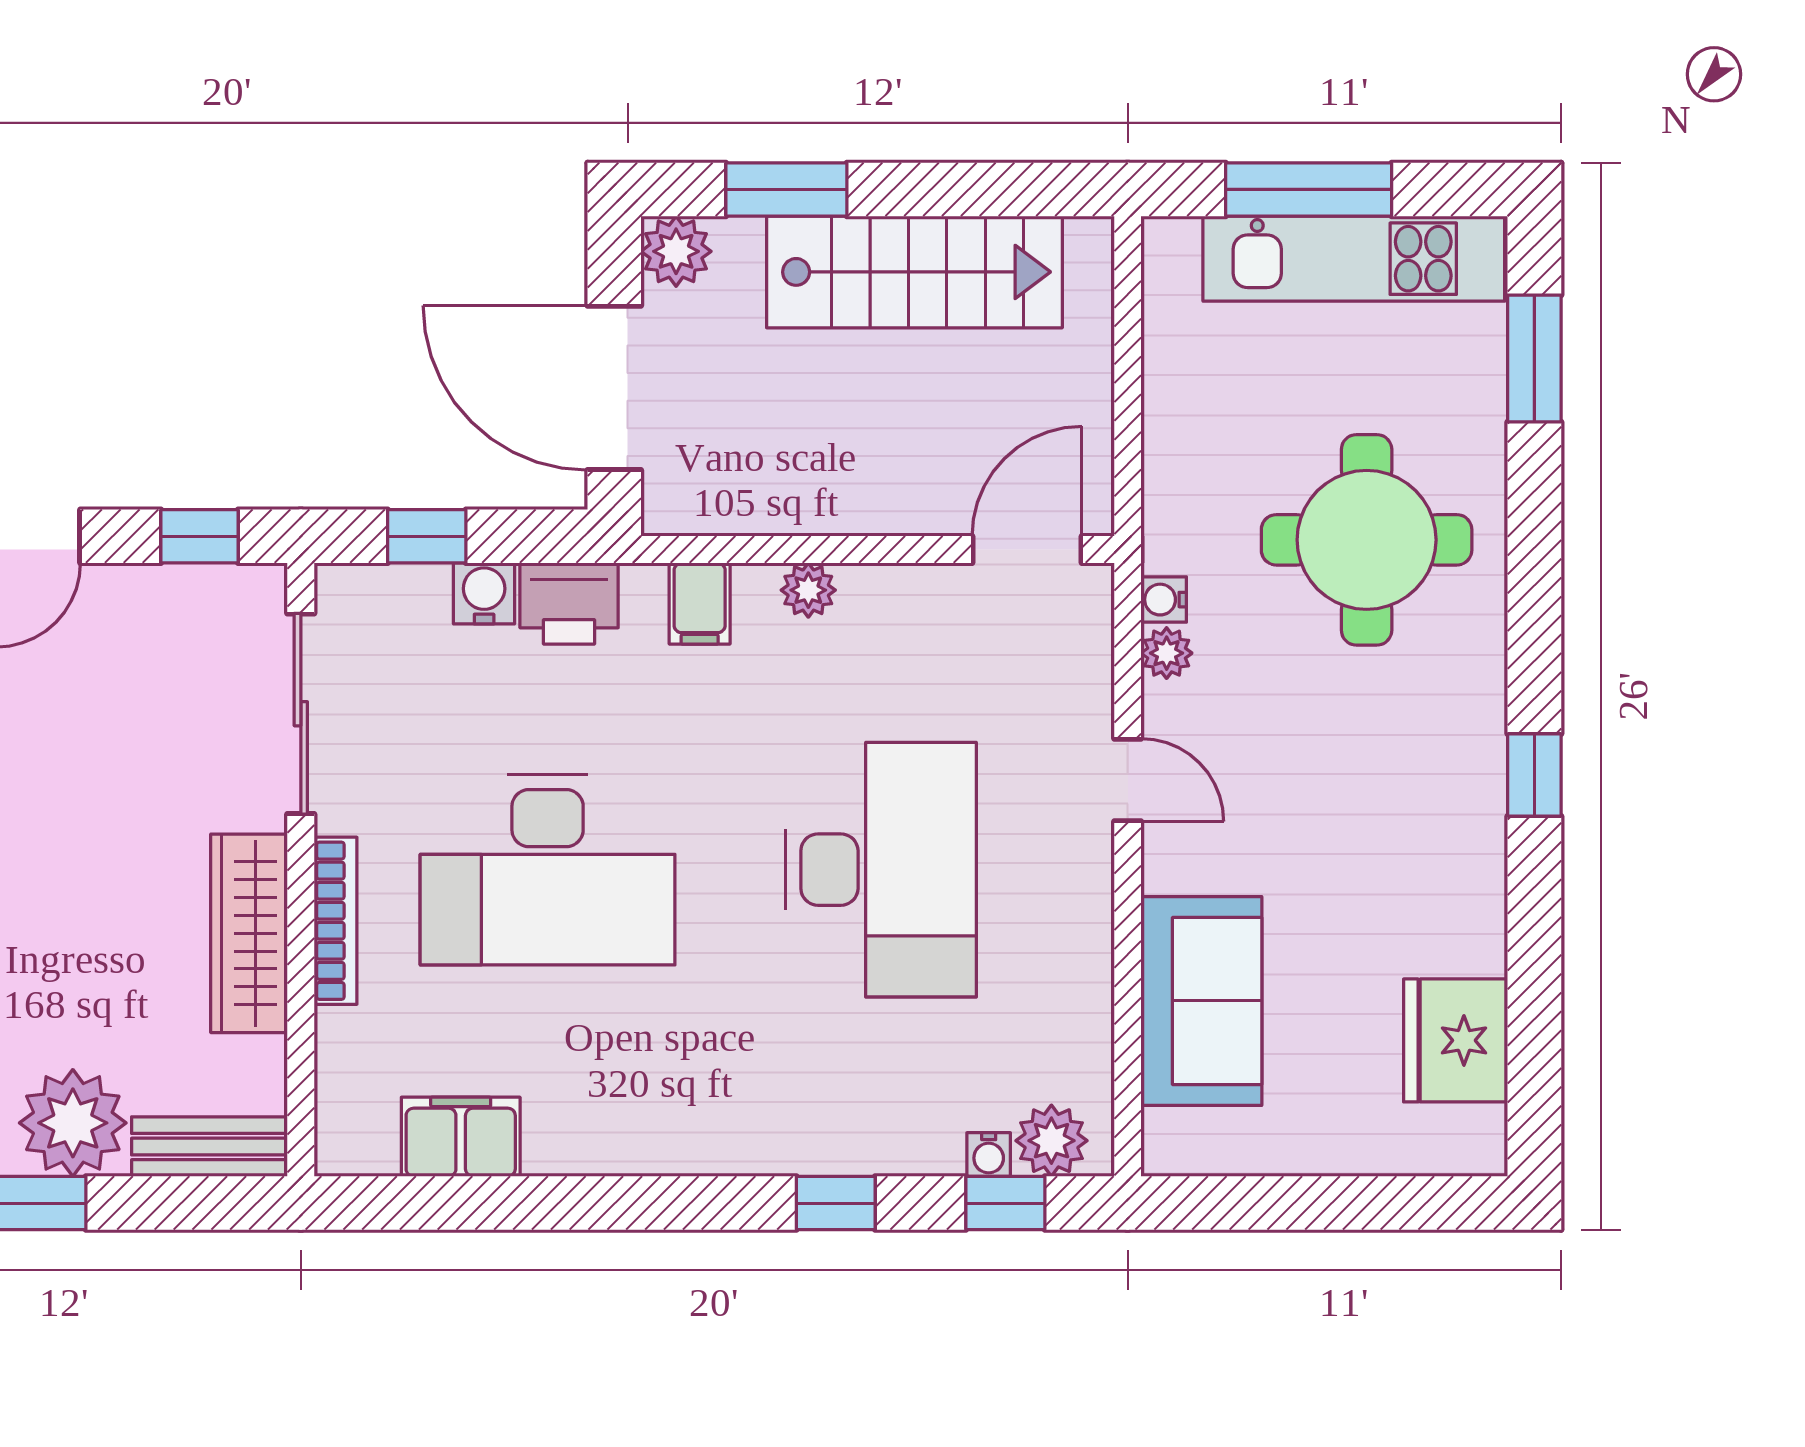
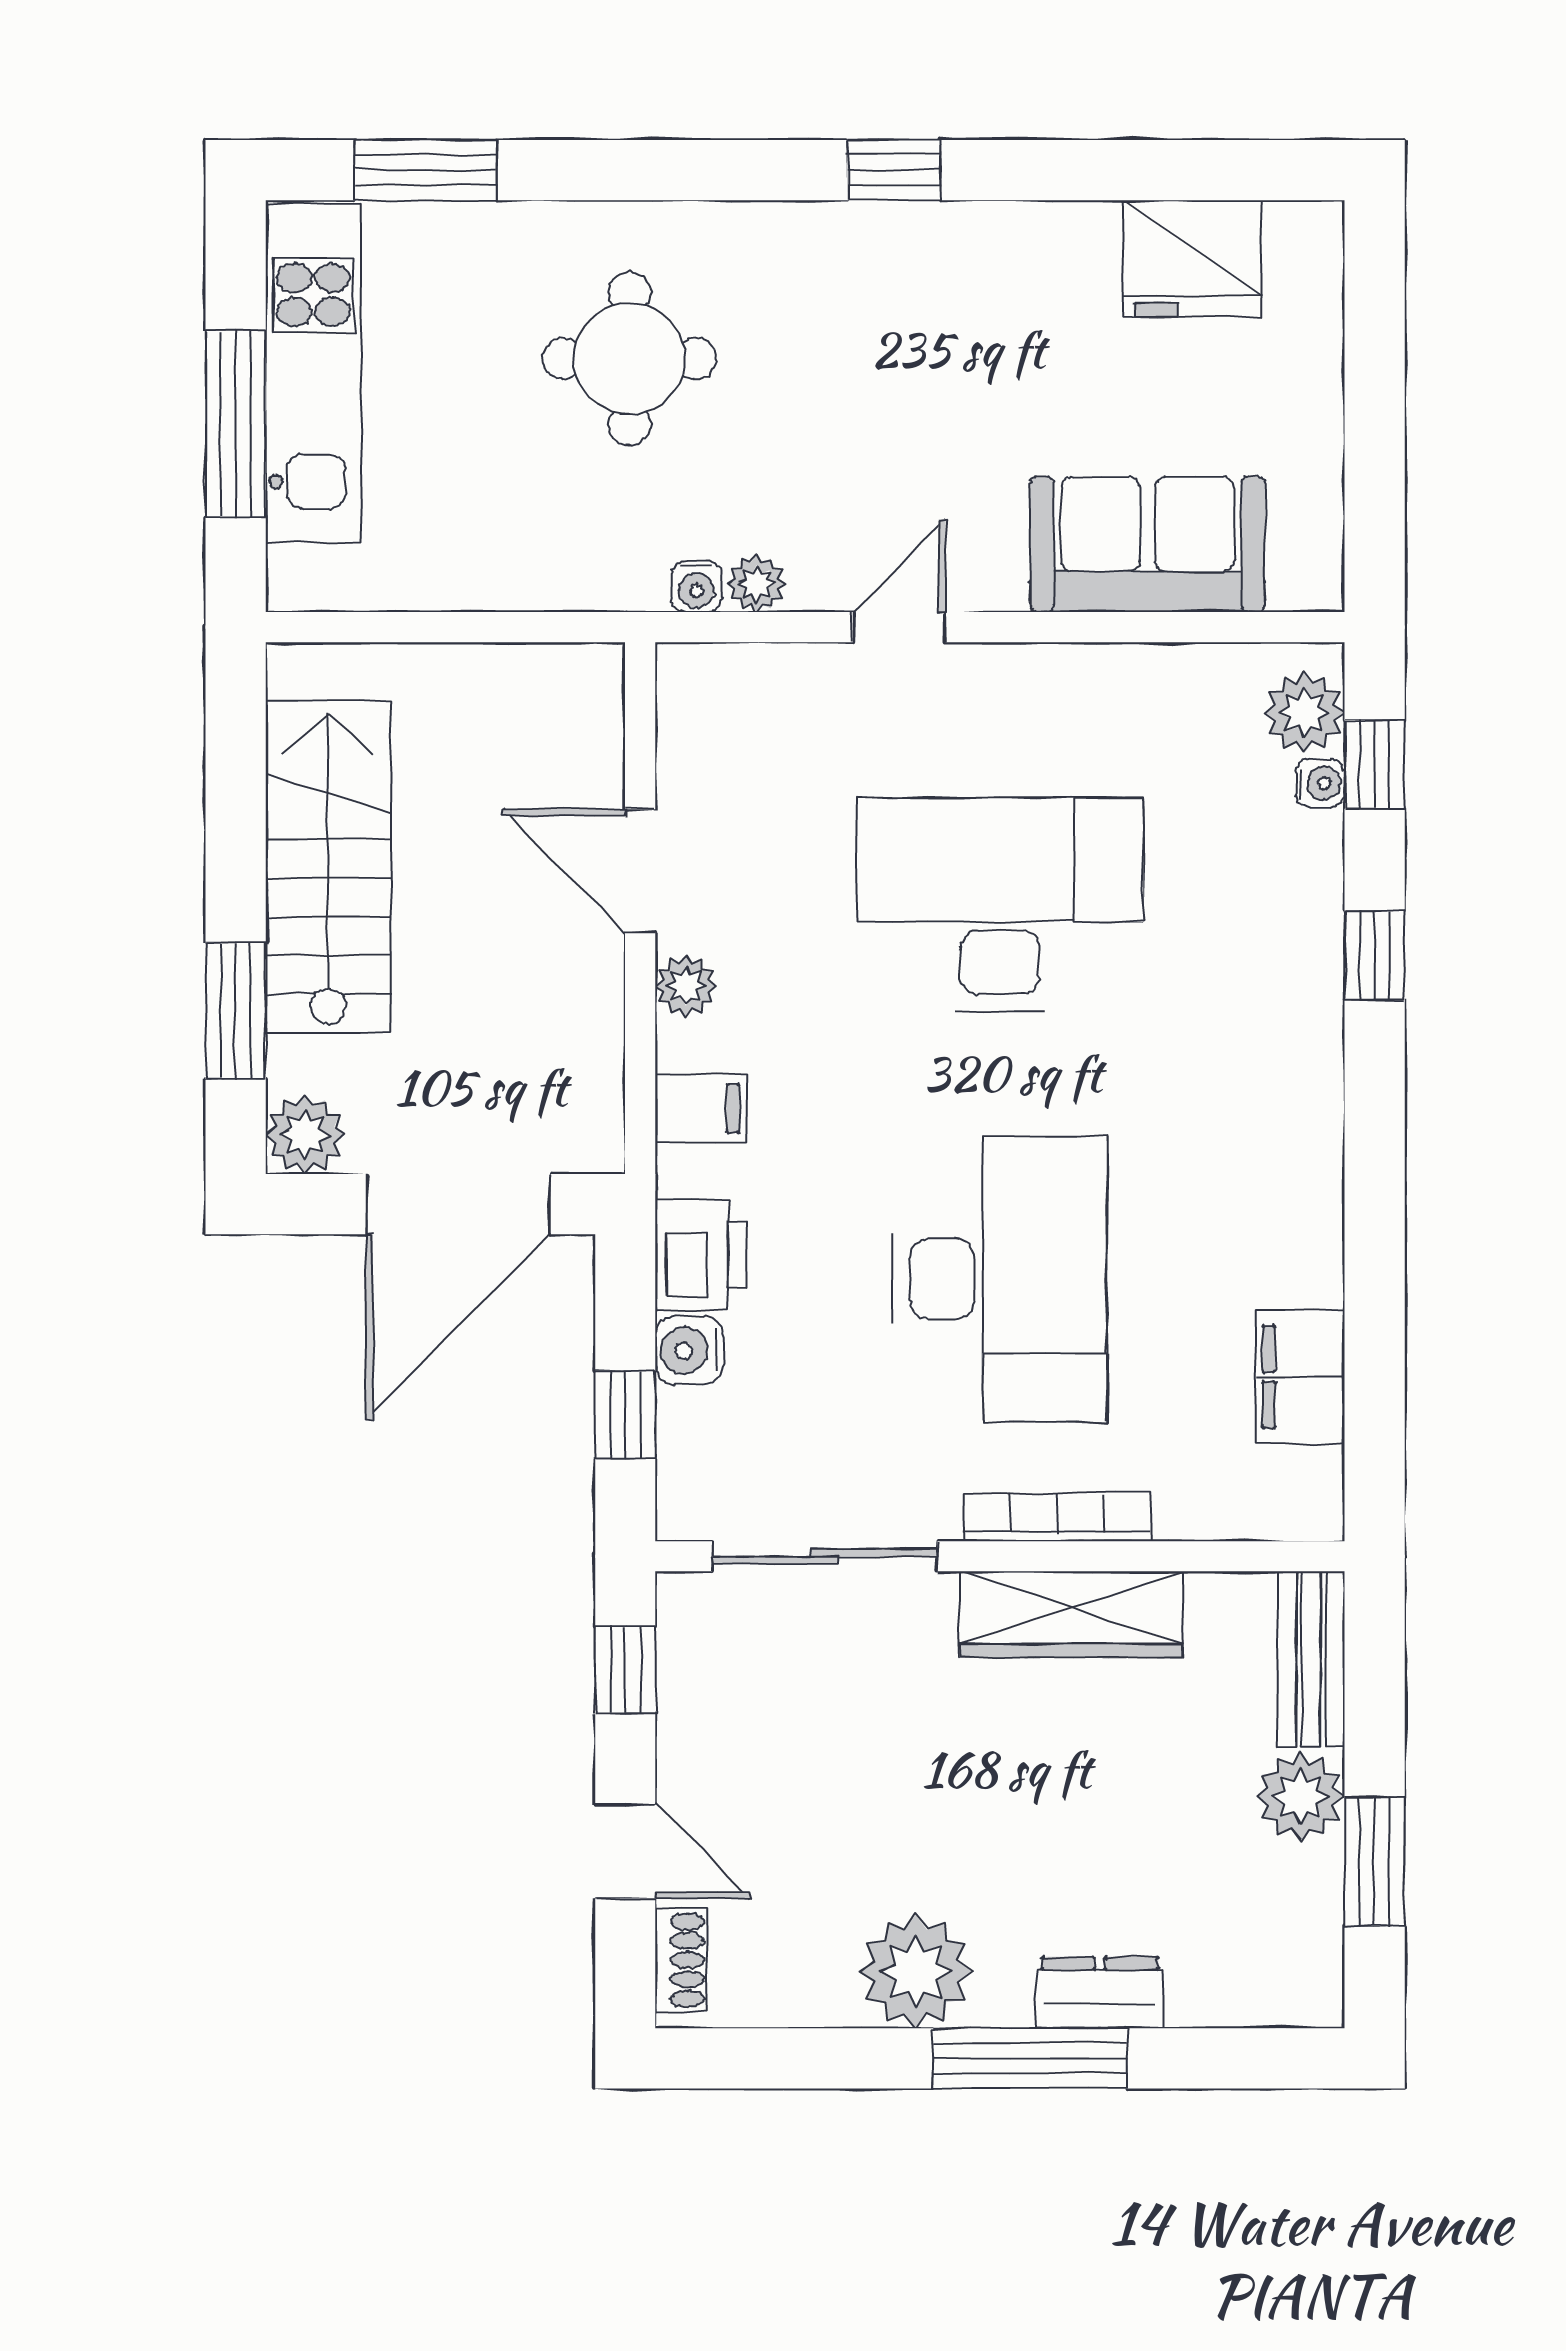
round table: (1367, 540) -> (629, 359), width x0.73, depth x0.73
door: (1027, 550) -> (640, 871), moved
plant: (73, 1123) -> (1301, 1797), width x0.73, depth x0.73

